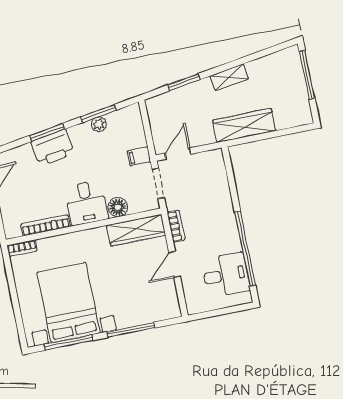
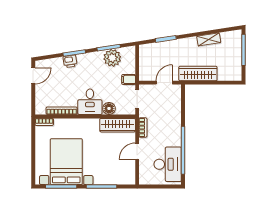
shelving: (229, 77) -> (209, 39), moved
plant: (99, 124) -> (112, 58), width x1.87, depth x1.87
printer: (53, 148) -> (70, 61), width x0.53, depth x0.68
door: (178, 154) -> (164, 83), moved
desk: (226, 275) -> (168, 164), width x1.37

